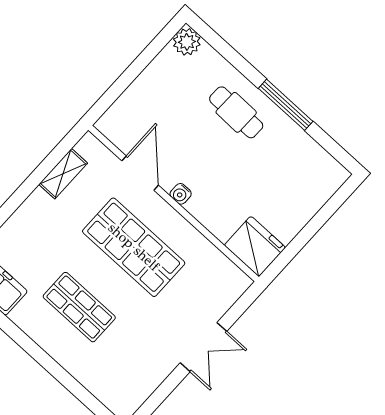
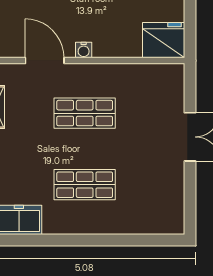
shop shelf: (134, 247) -> (85, 113), width x0.70, depth x0.74

